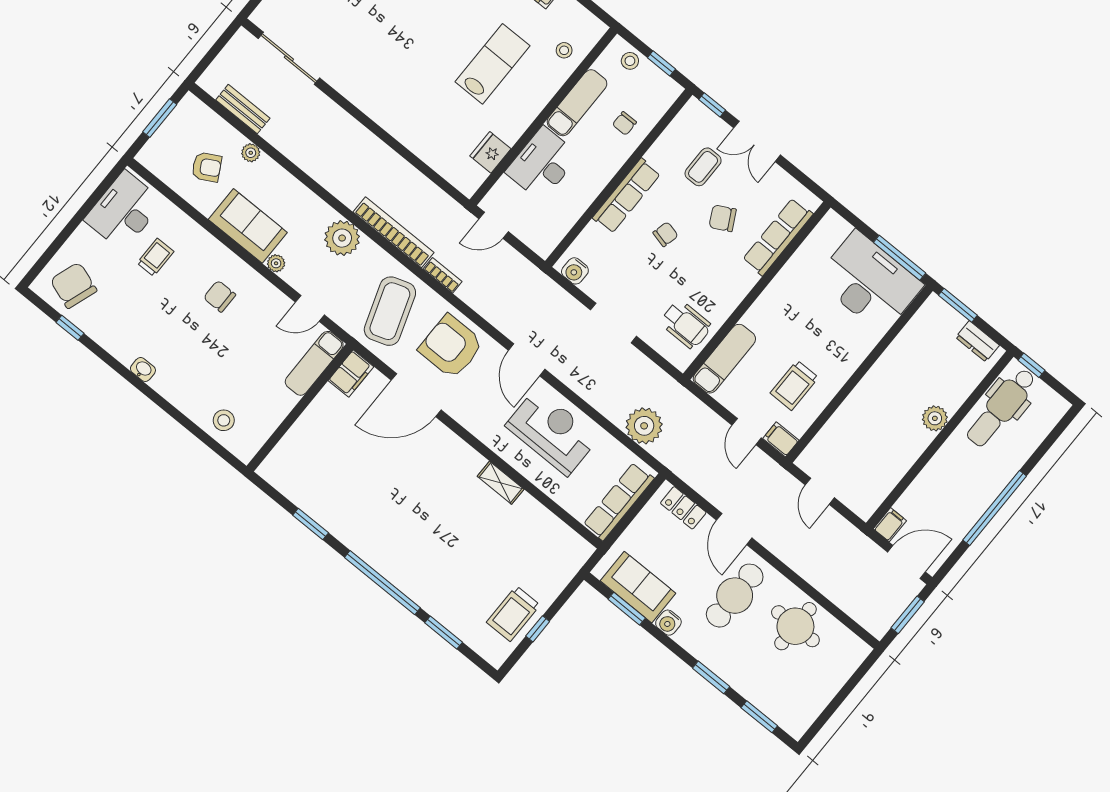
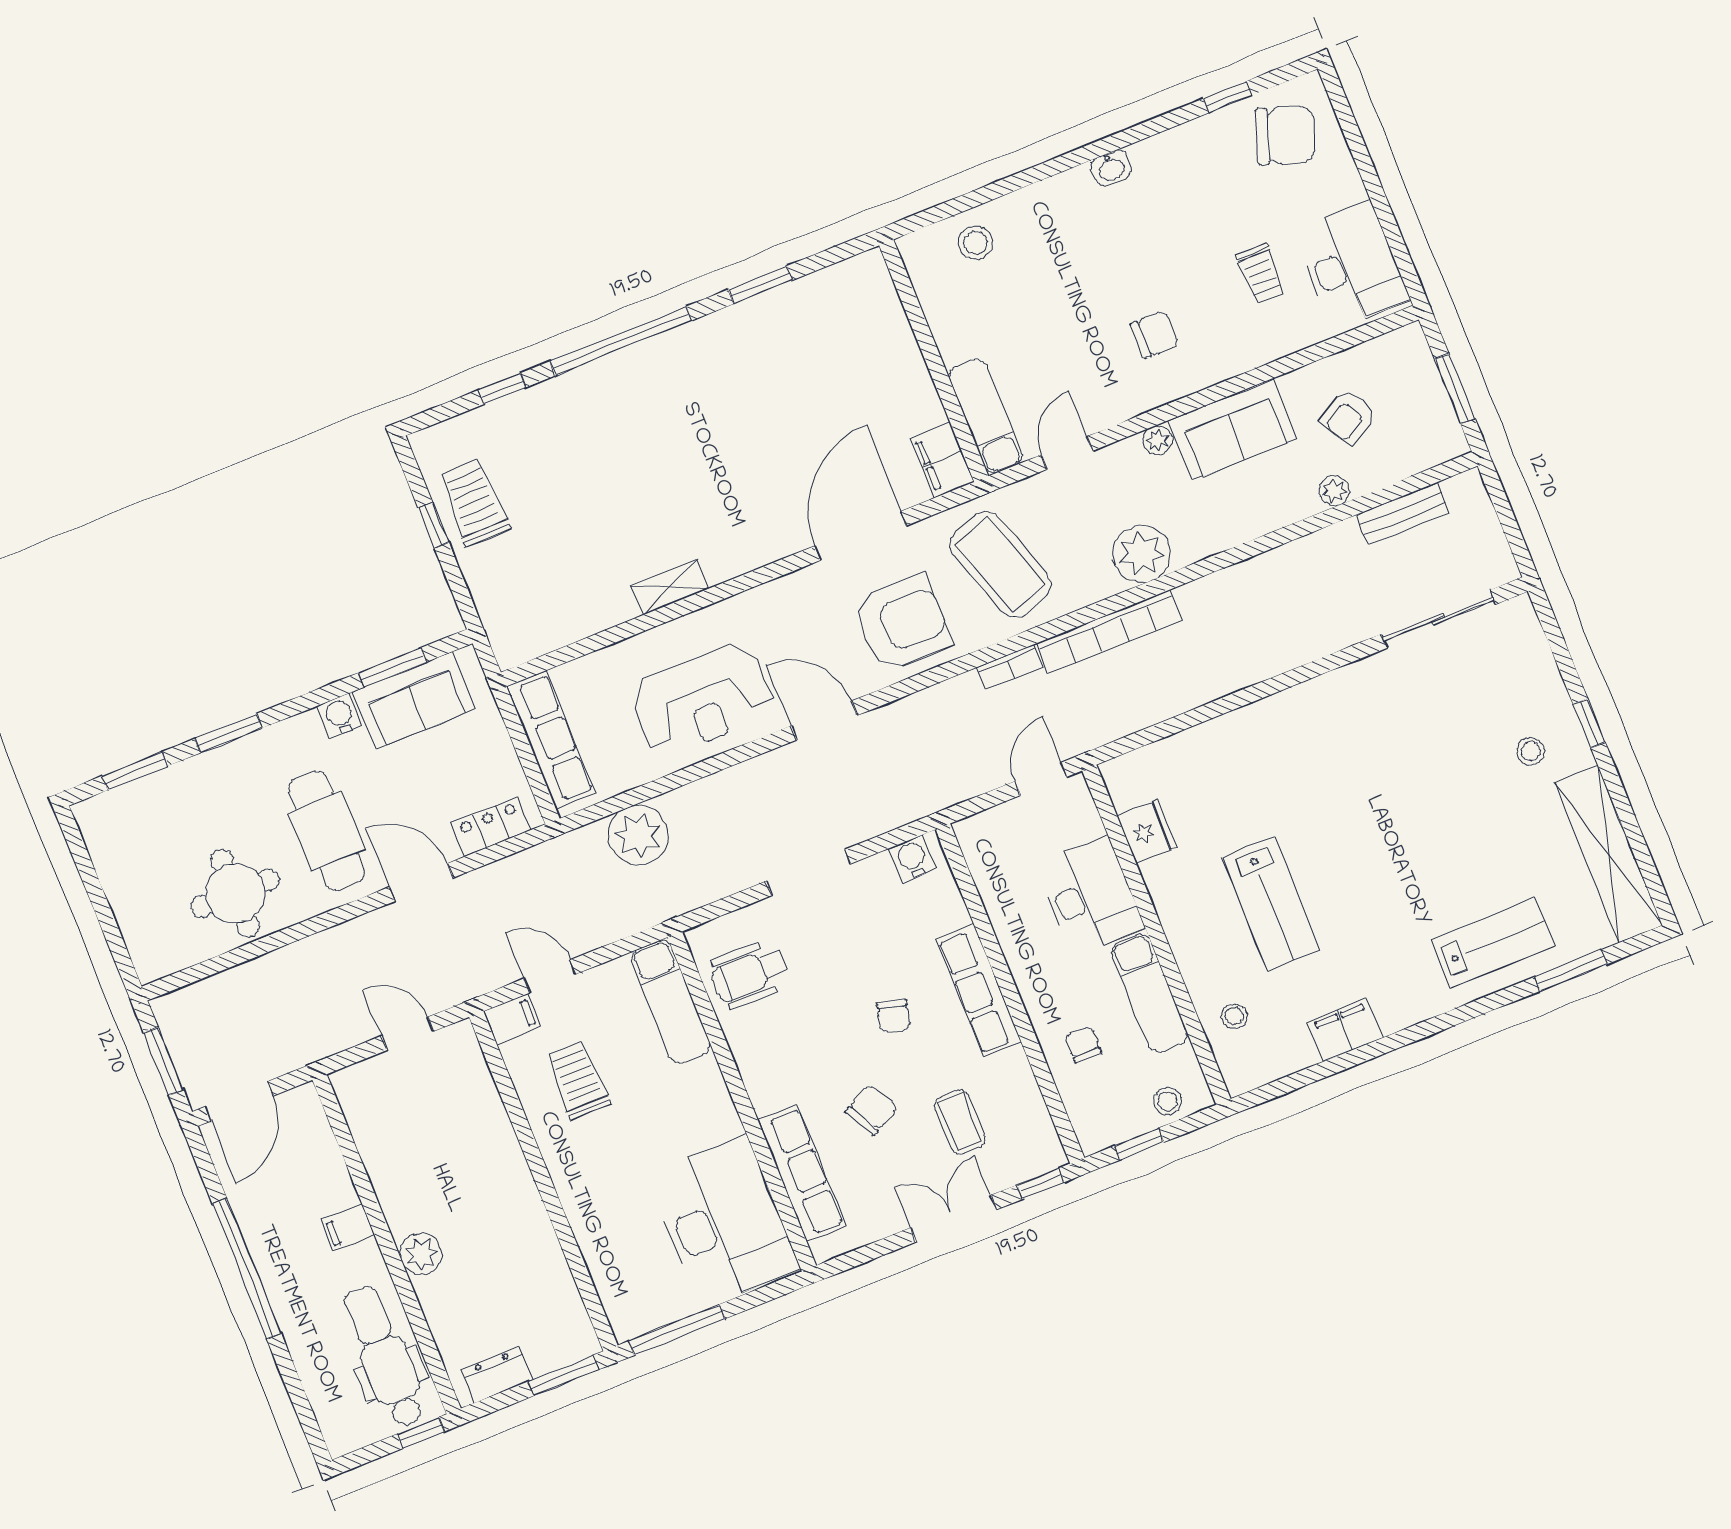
desk: (869, 282) -> (723, 1222), moved, turned -90
filing cabinet: (890, 525) -> (348, 1227), moved, turned 90
window: (444, 632) -> (502, 389), width x0.67

